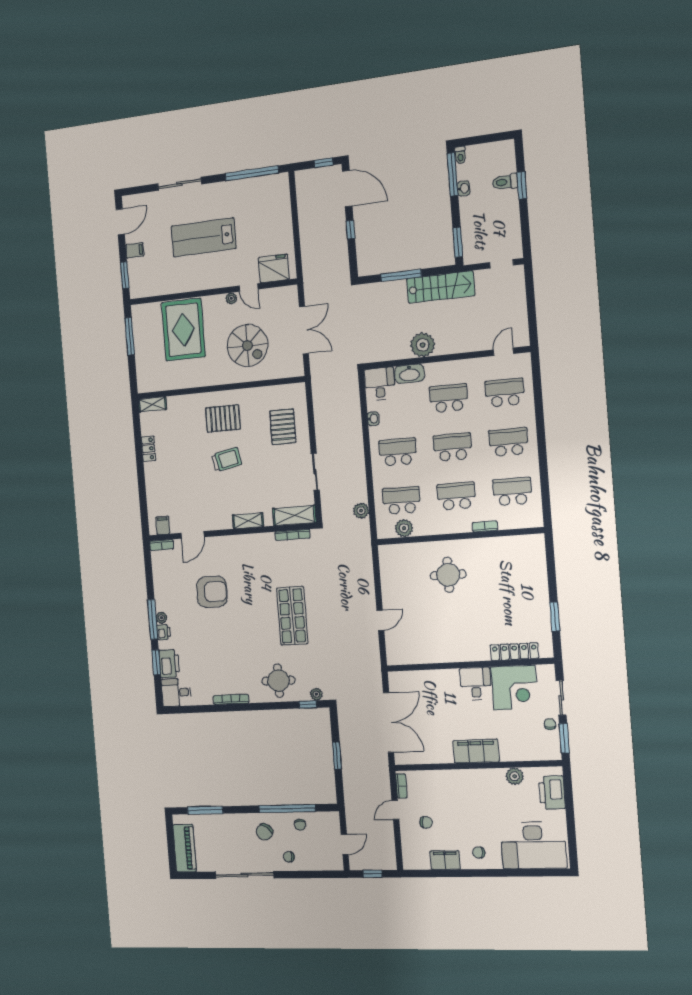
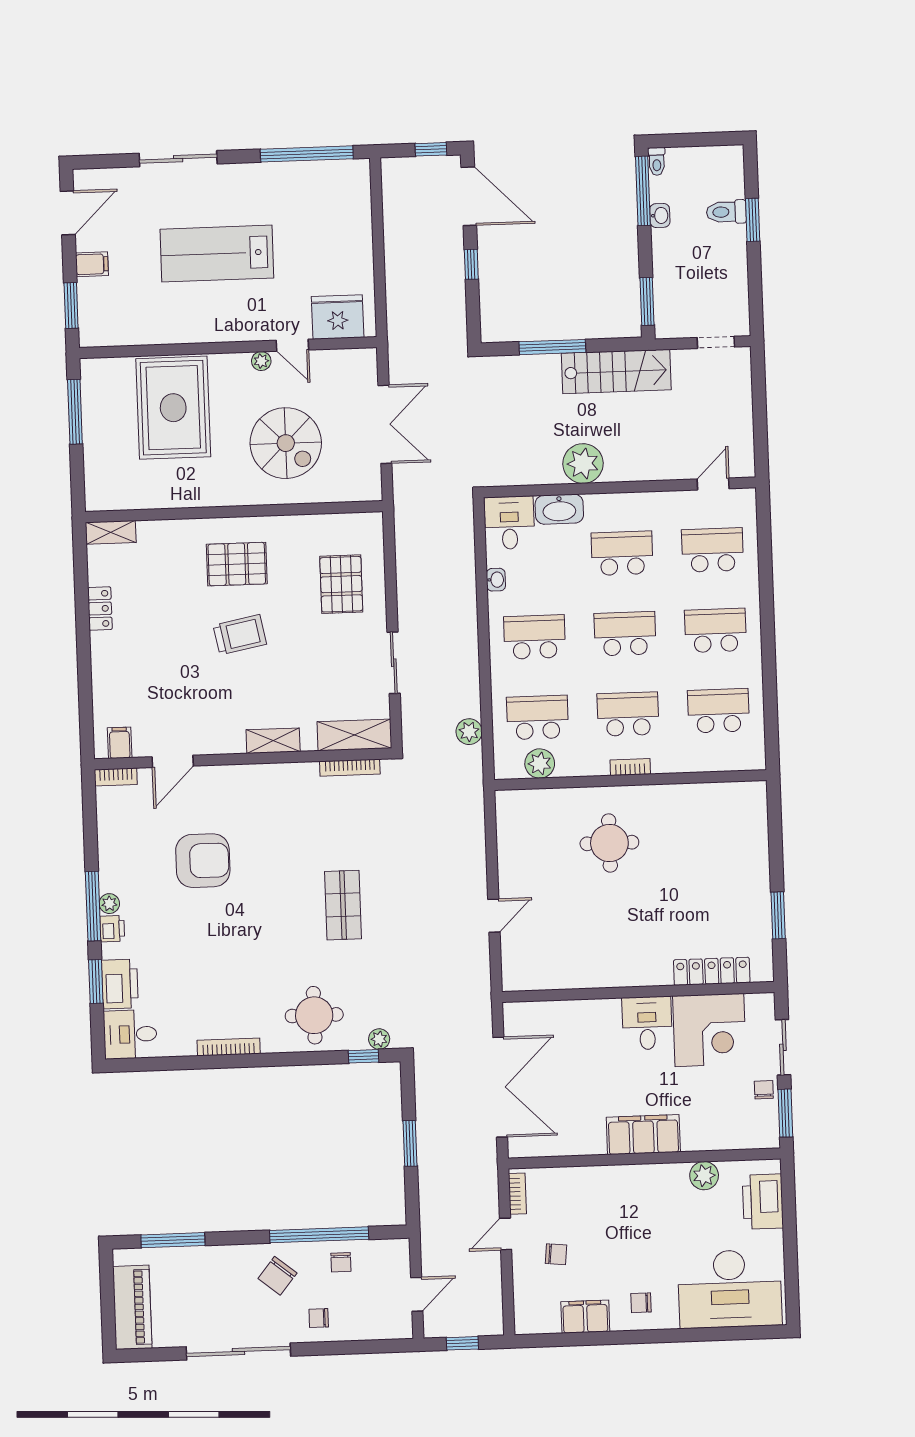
bookcase: (485, 526) -> (630, 767), moved
shop shelf: (292, 616) -> (343, 905), width x0.70, depth x0.74

